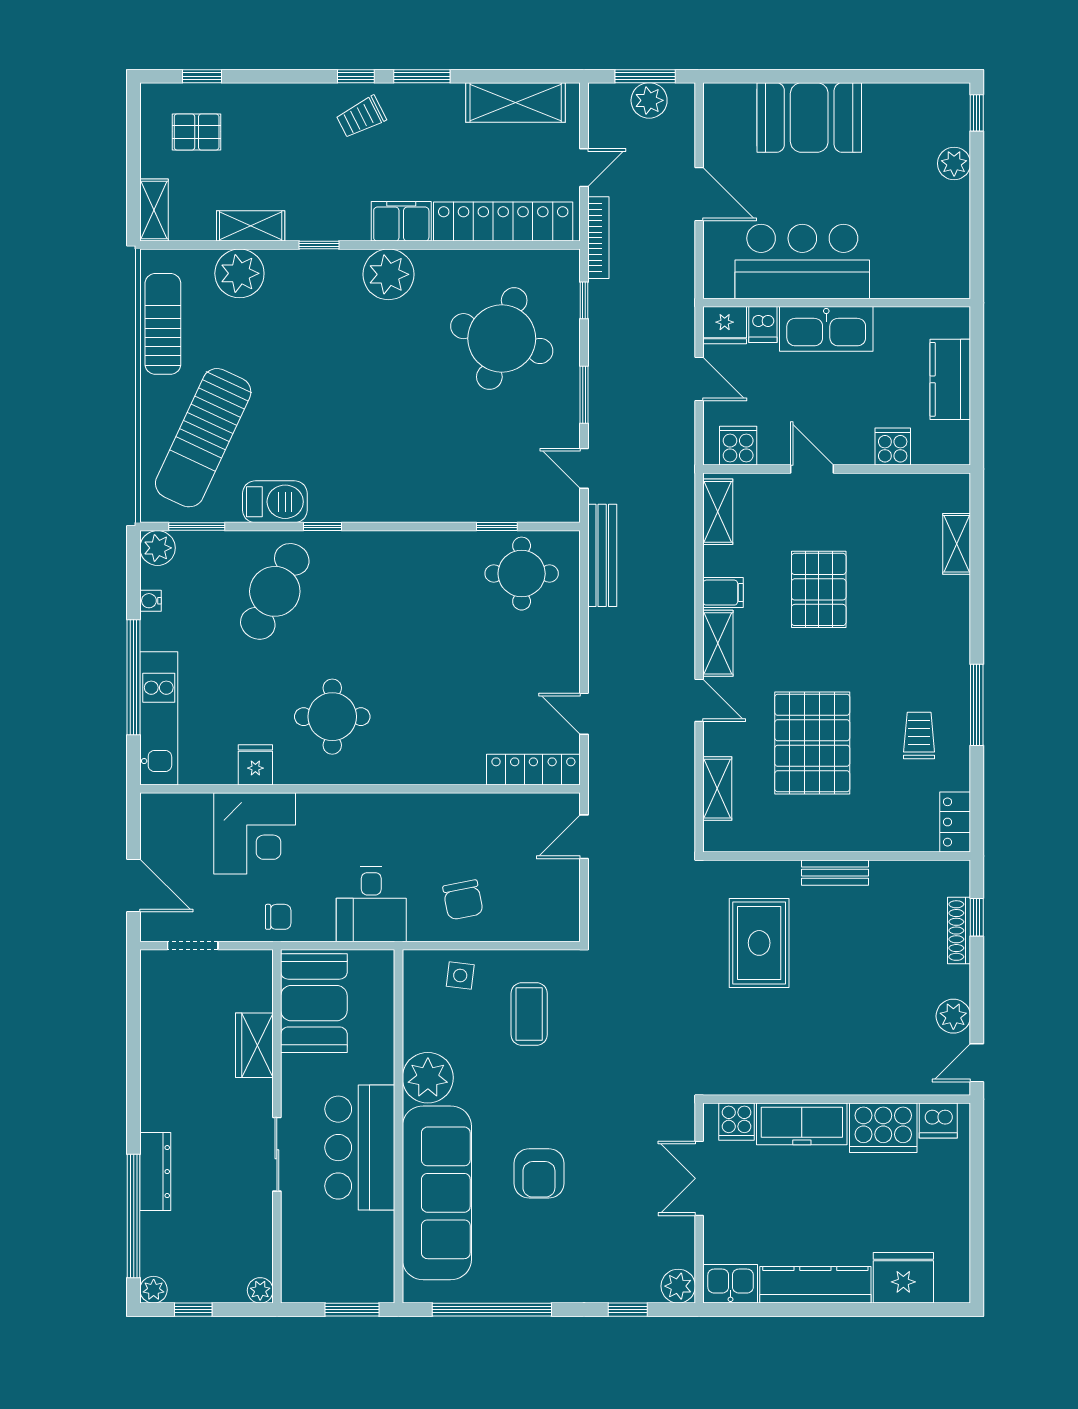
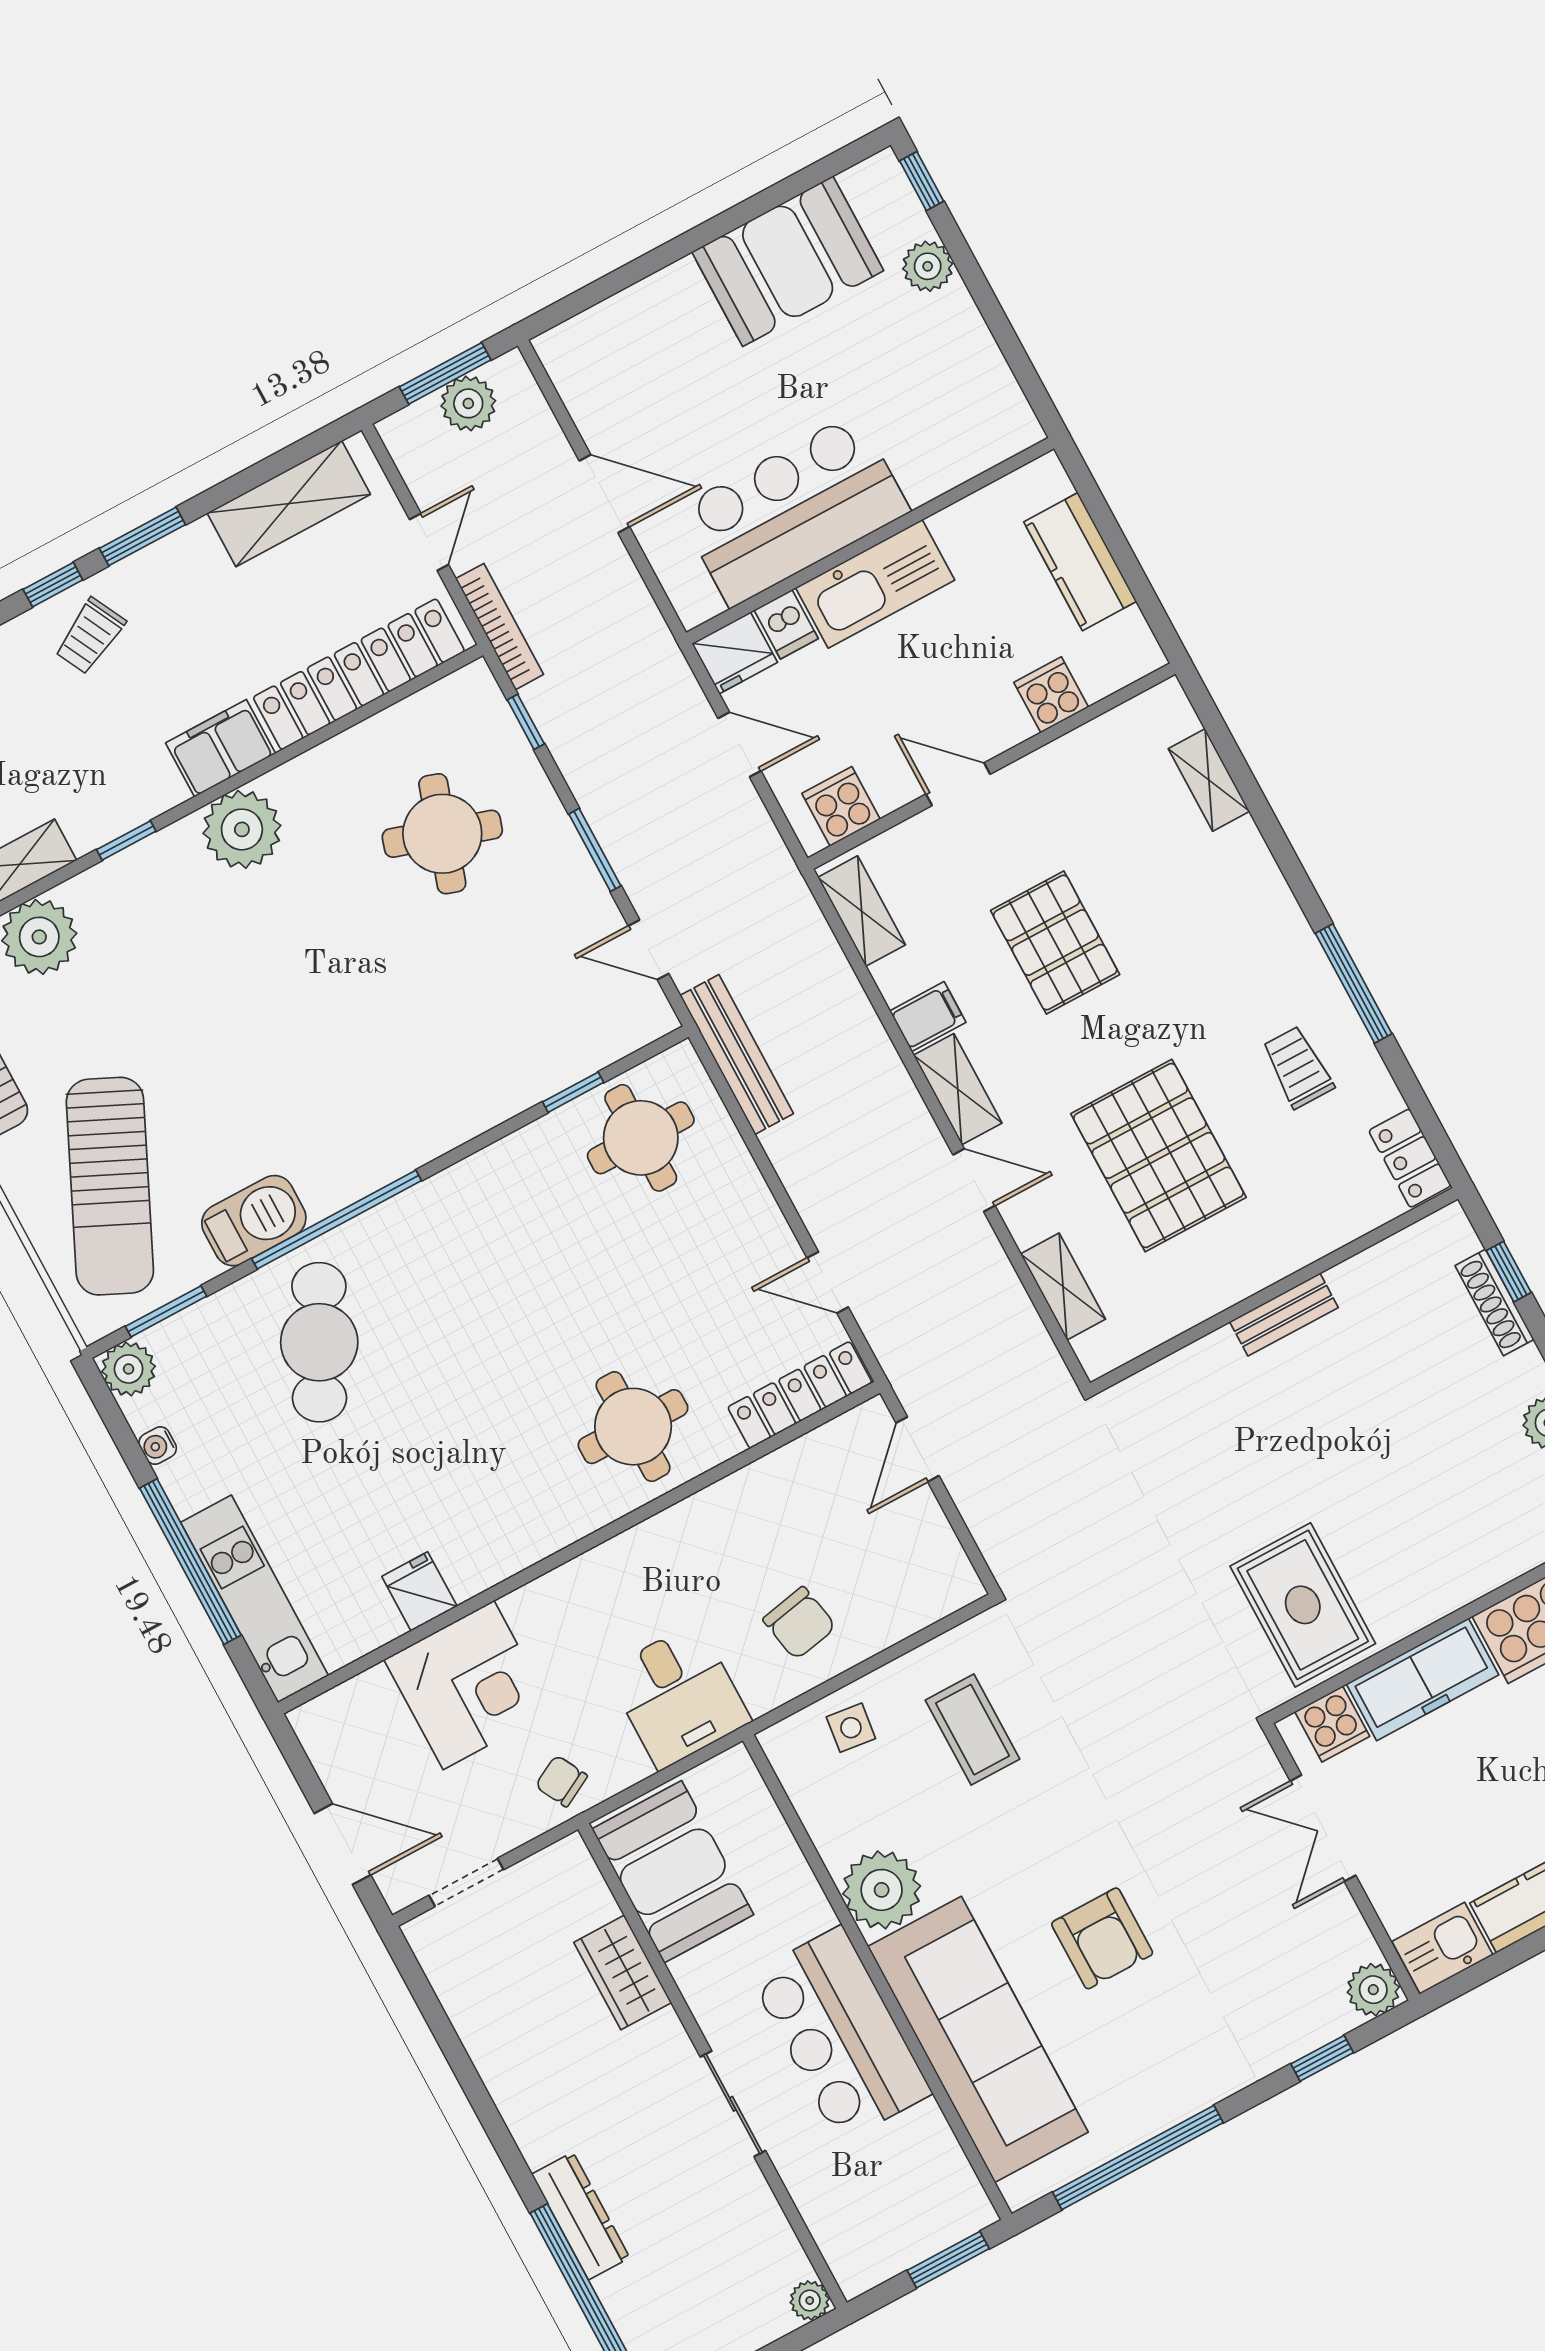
booth: (809, 118) -> (788, 261), moved
round table: (502, 339) -> (442, 834), width x0.73, depth x0.73
window: (323, 527) -> (337, 1220), width x3.17
round table: (332, 717) -> (633, 1427), moved
chair: (278, 917) -> (561, 1781), turned -118
rug: (759, 943) -> (1303, 1605), moved

